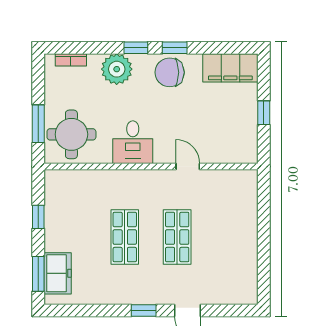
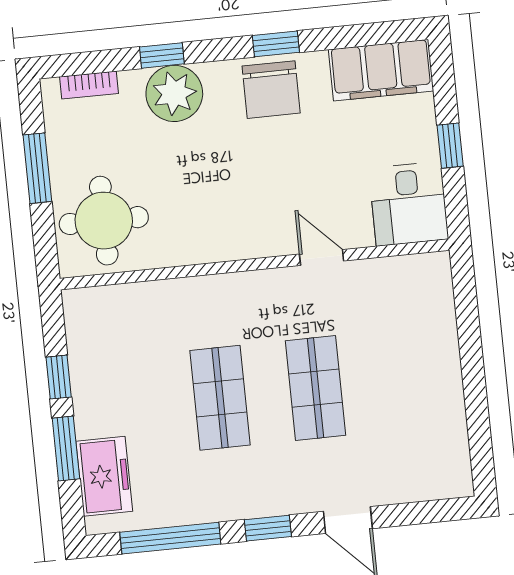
window: (136, 48) -> (162, 55), moved
chair: (170, 72) -> (271, 90), turned -90
window: (38, 124) -> (37, 168), moved
desk: (133, 142) -> (409, 204), moved
window: (38, 274) -> (66, 449), moved
window: (90, 311) -> (170, 538), added

